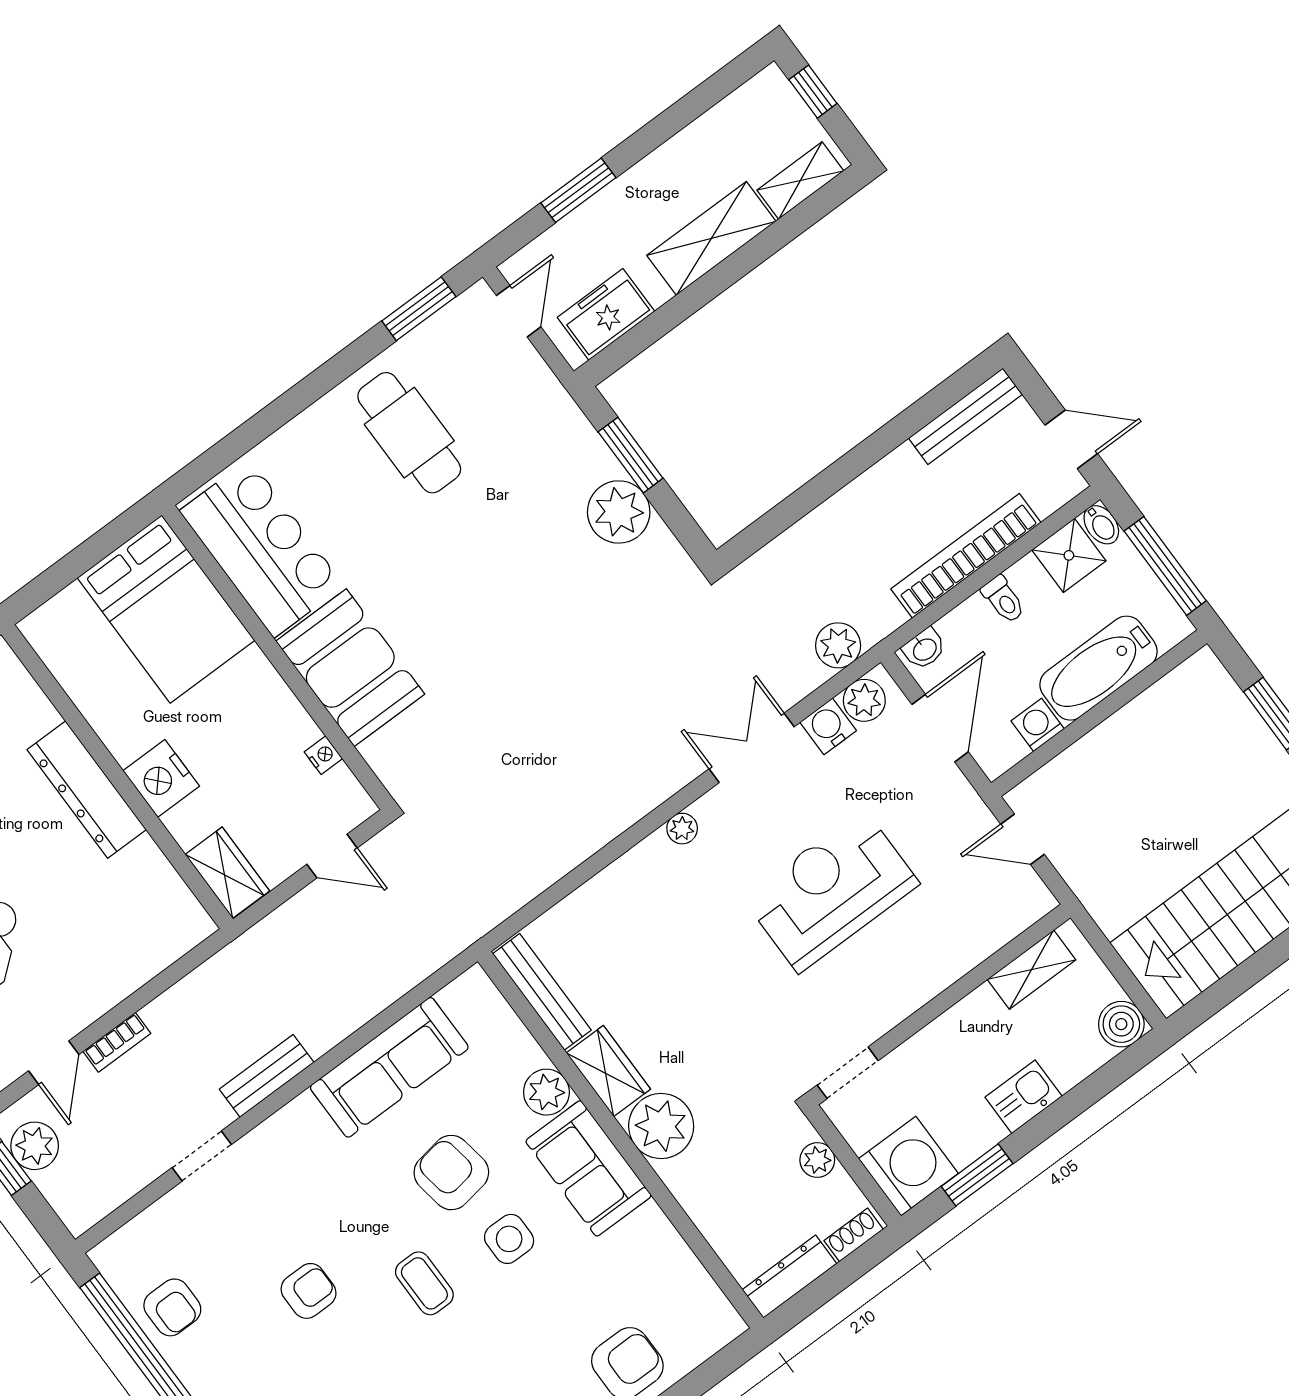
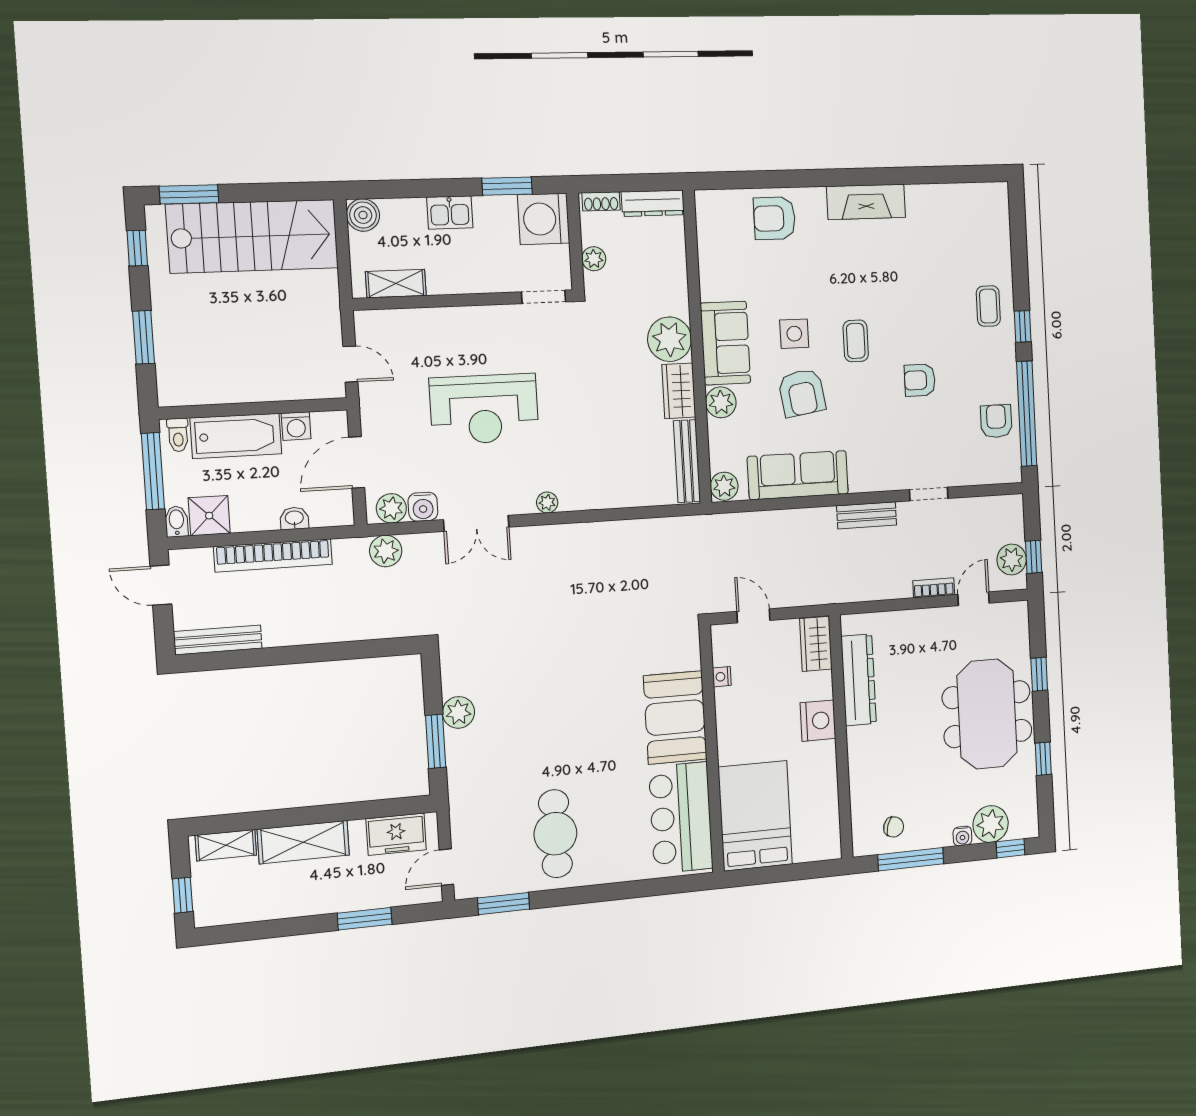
plant: (619, 512) -> (458, 712), width x0.73, depth x0.73
toilet: (1003, 599) -> (178, 435), moved, turned 180
washbasin: (924, 649) -> (294, 518), moved
dresser: (87, 790) -> (859, 680), moved
plant: (475, 992) -> (724, 486), added

